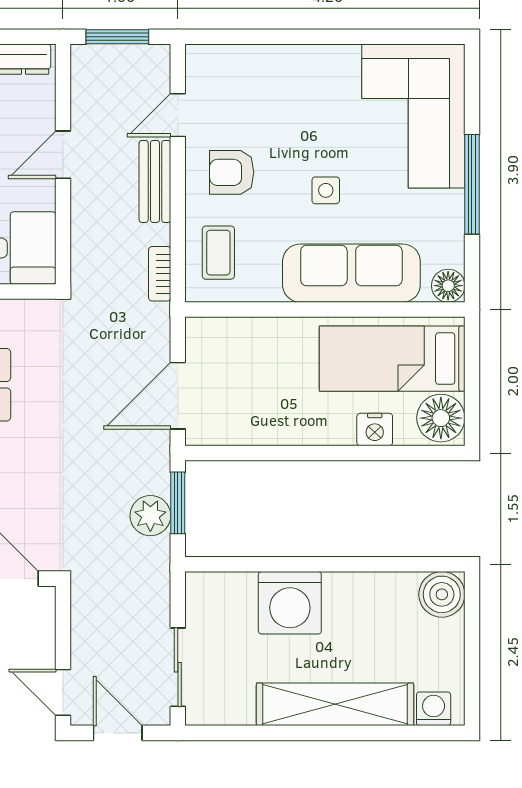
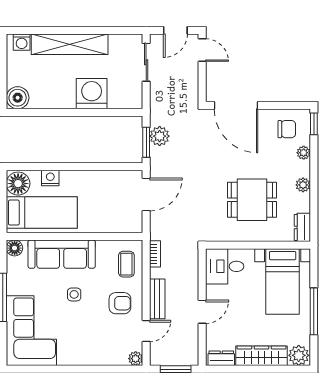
plant: (200, 59) -> (136, 359), added
door: (118, 733) -> (175, 30), hinge flipped

